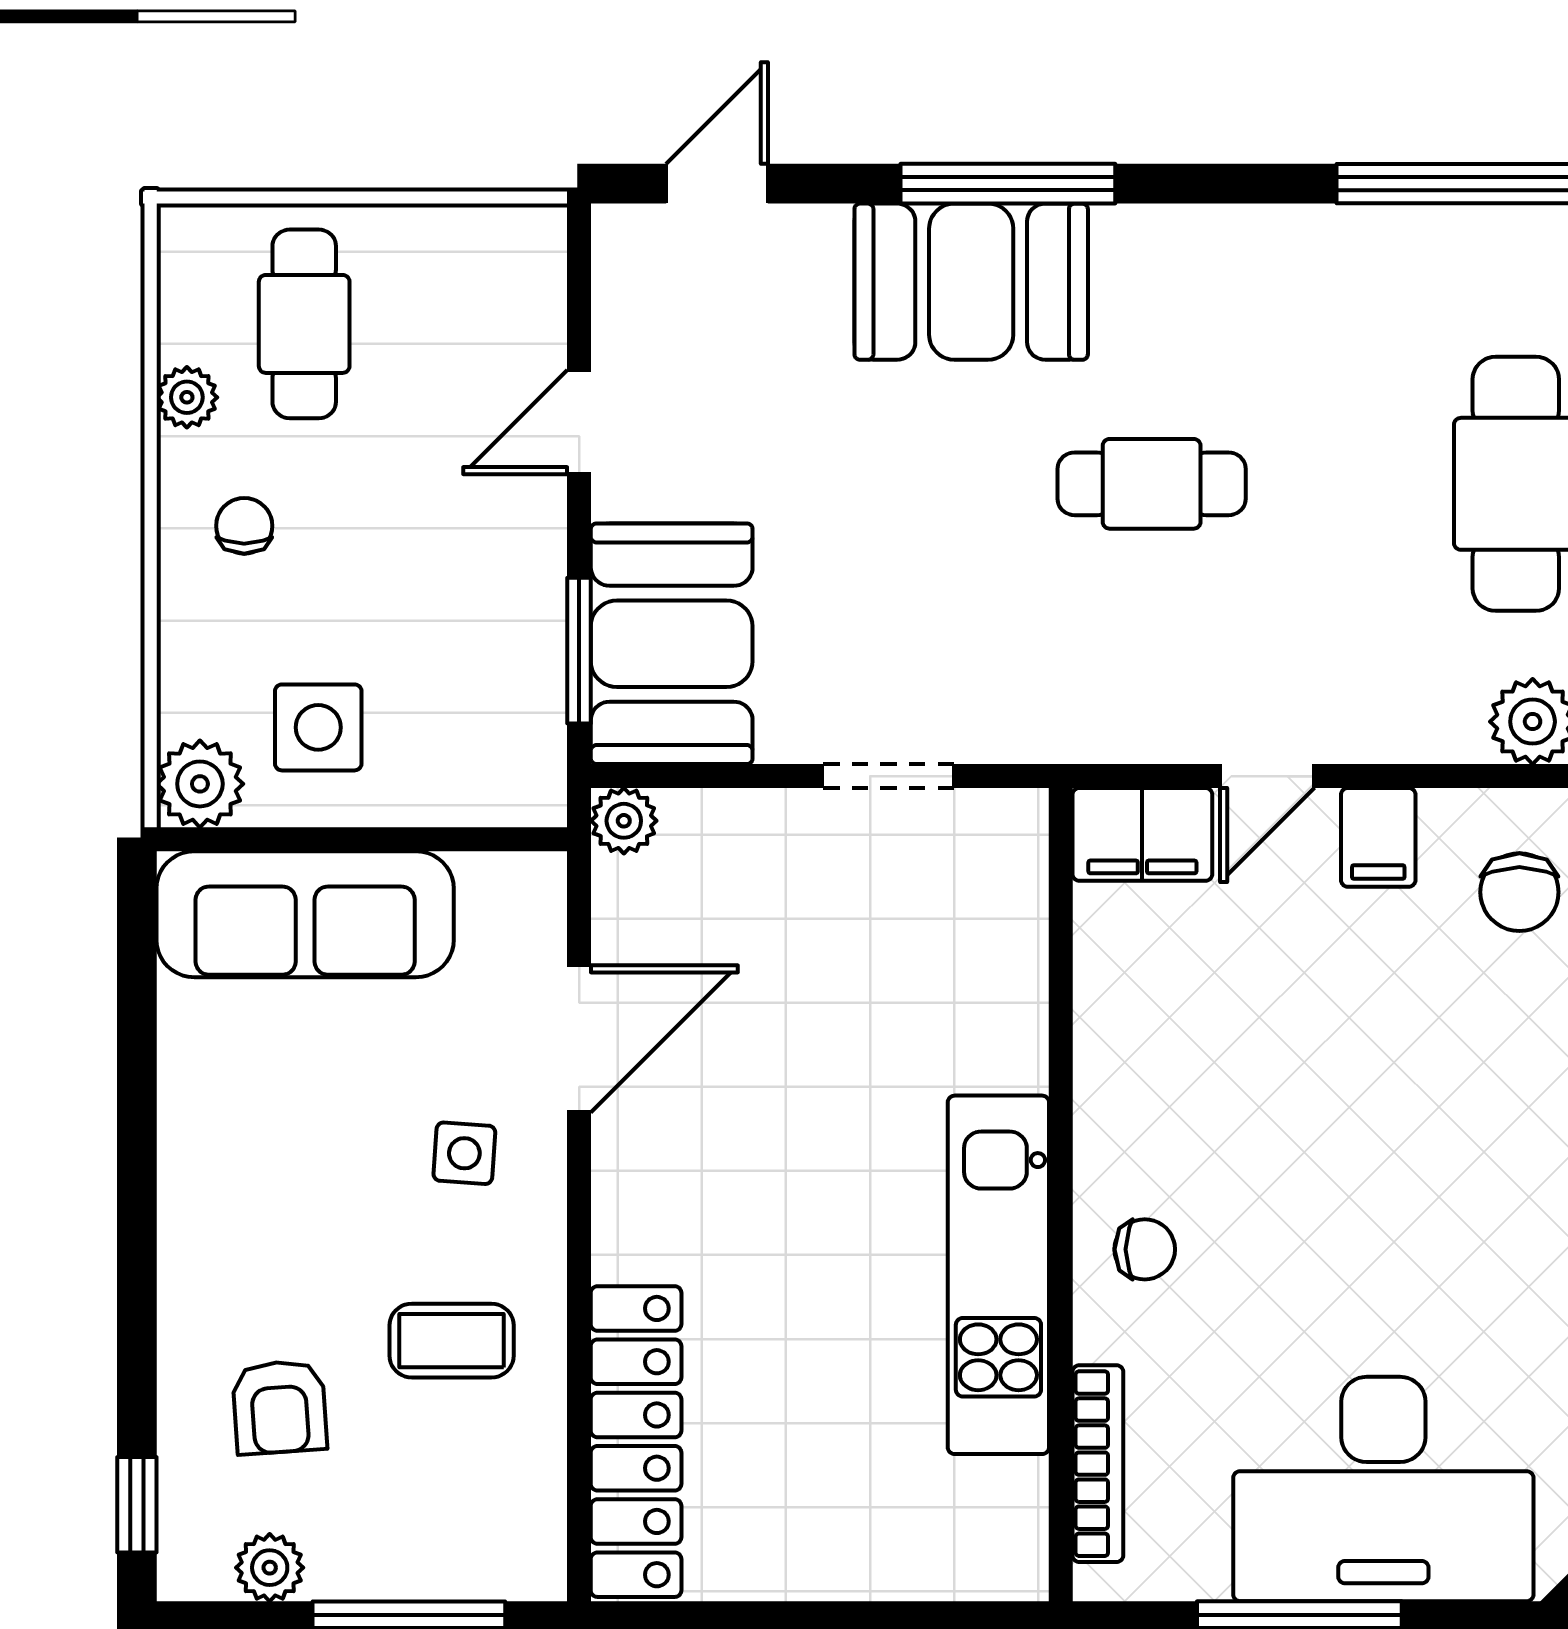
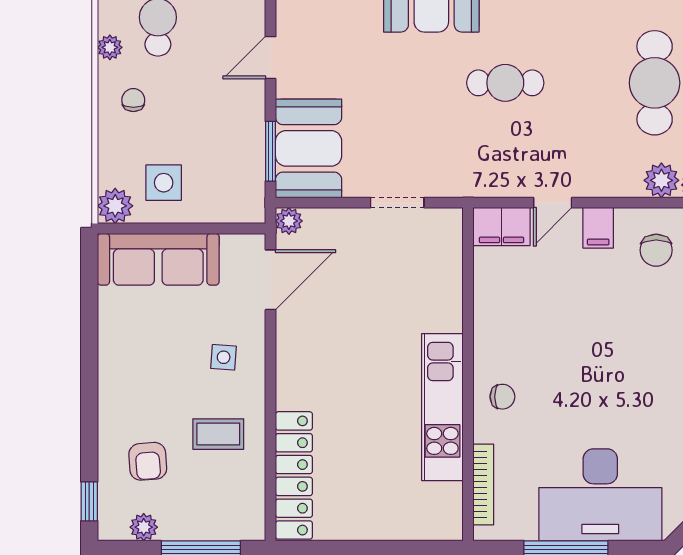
door: (579, 1039) -> (271, 280), moved

